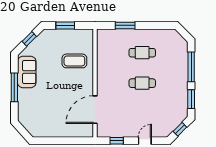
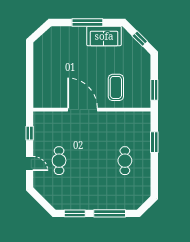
window: (65, 25) -> (154, 90), moved
cafe table: (142, 83) -> (59, 161), moved
door: (95, 110) -> (83, 110), moved
window: (180, 129) -> (42, 201), removed

